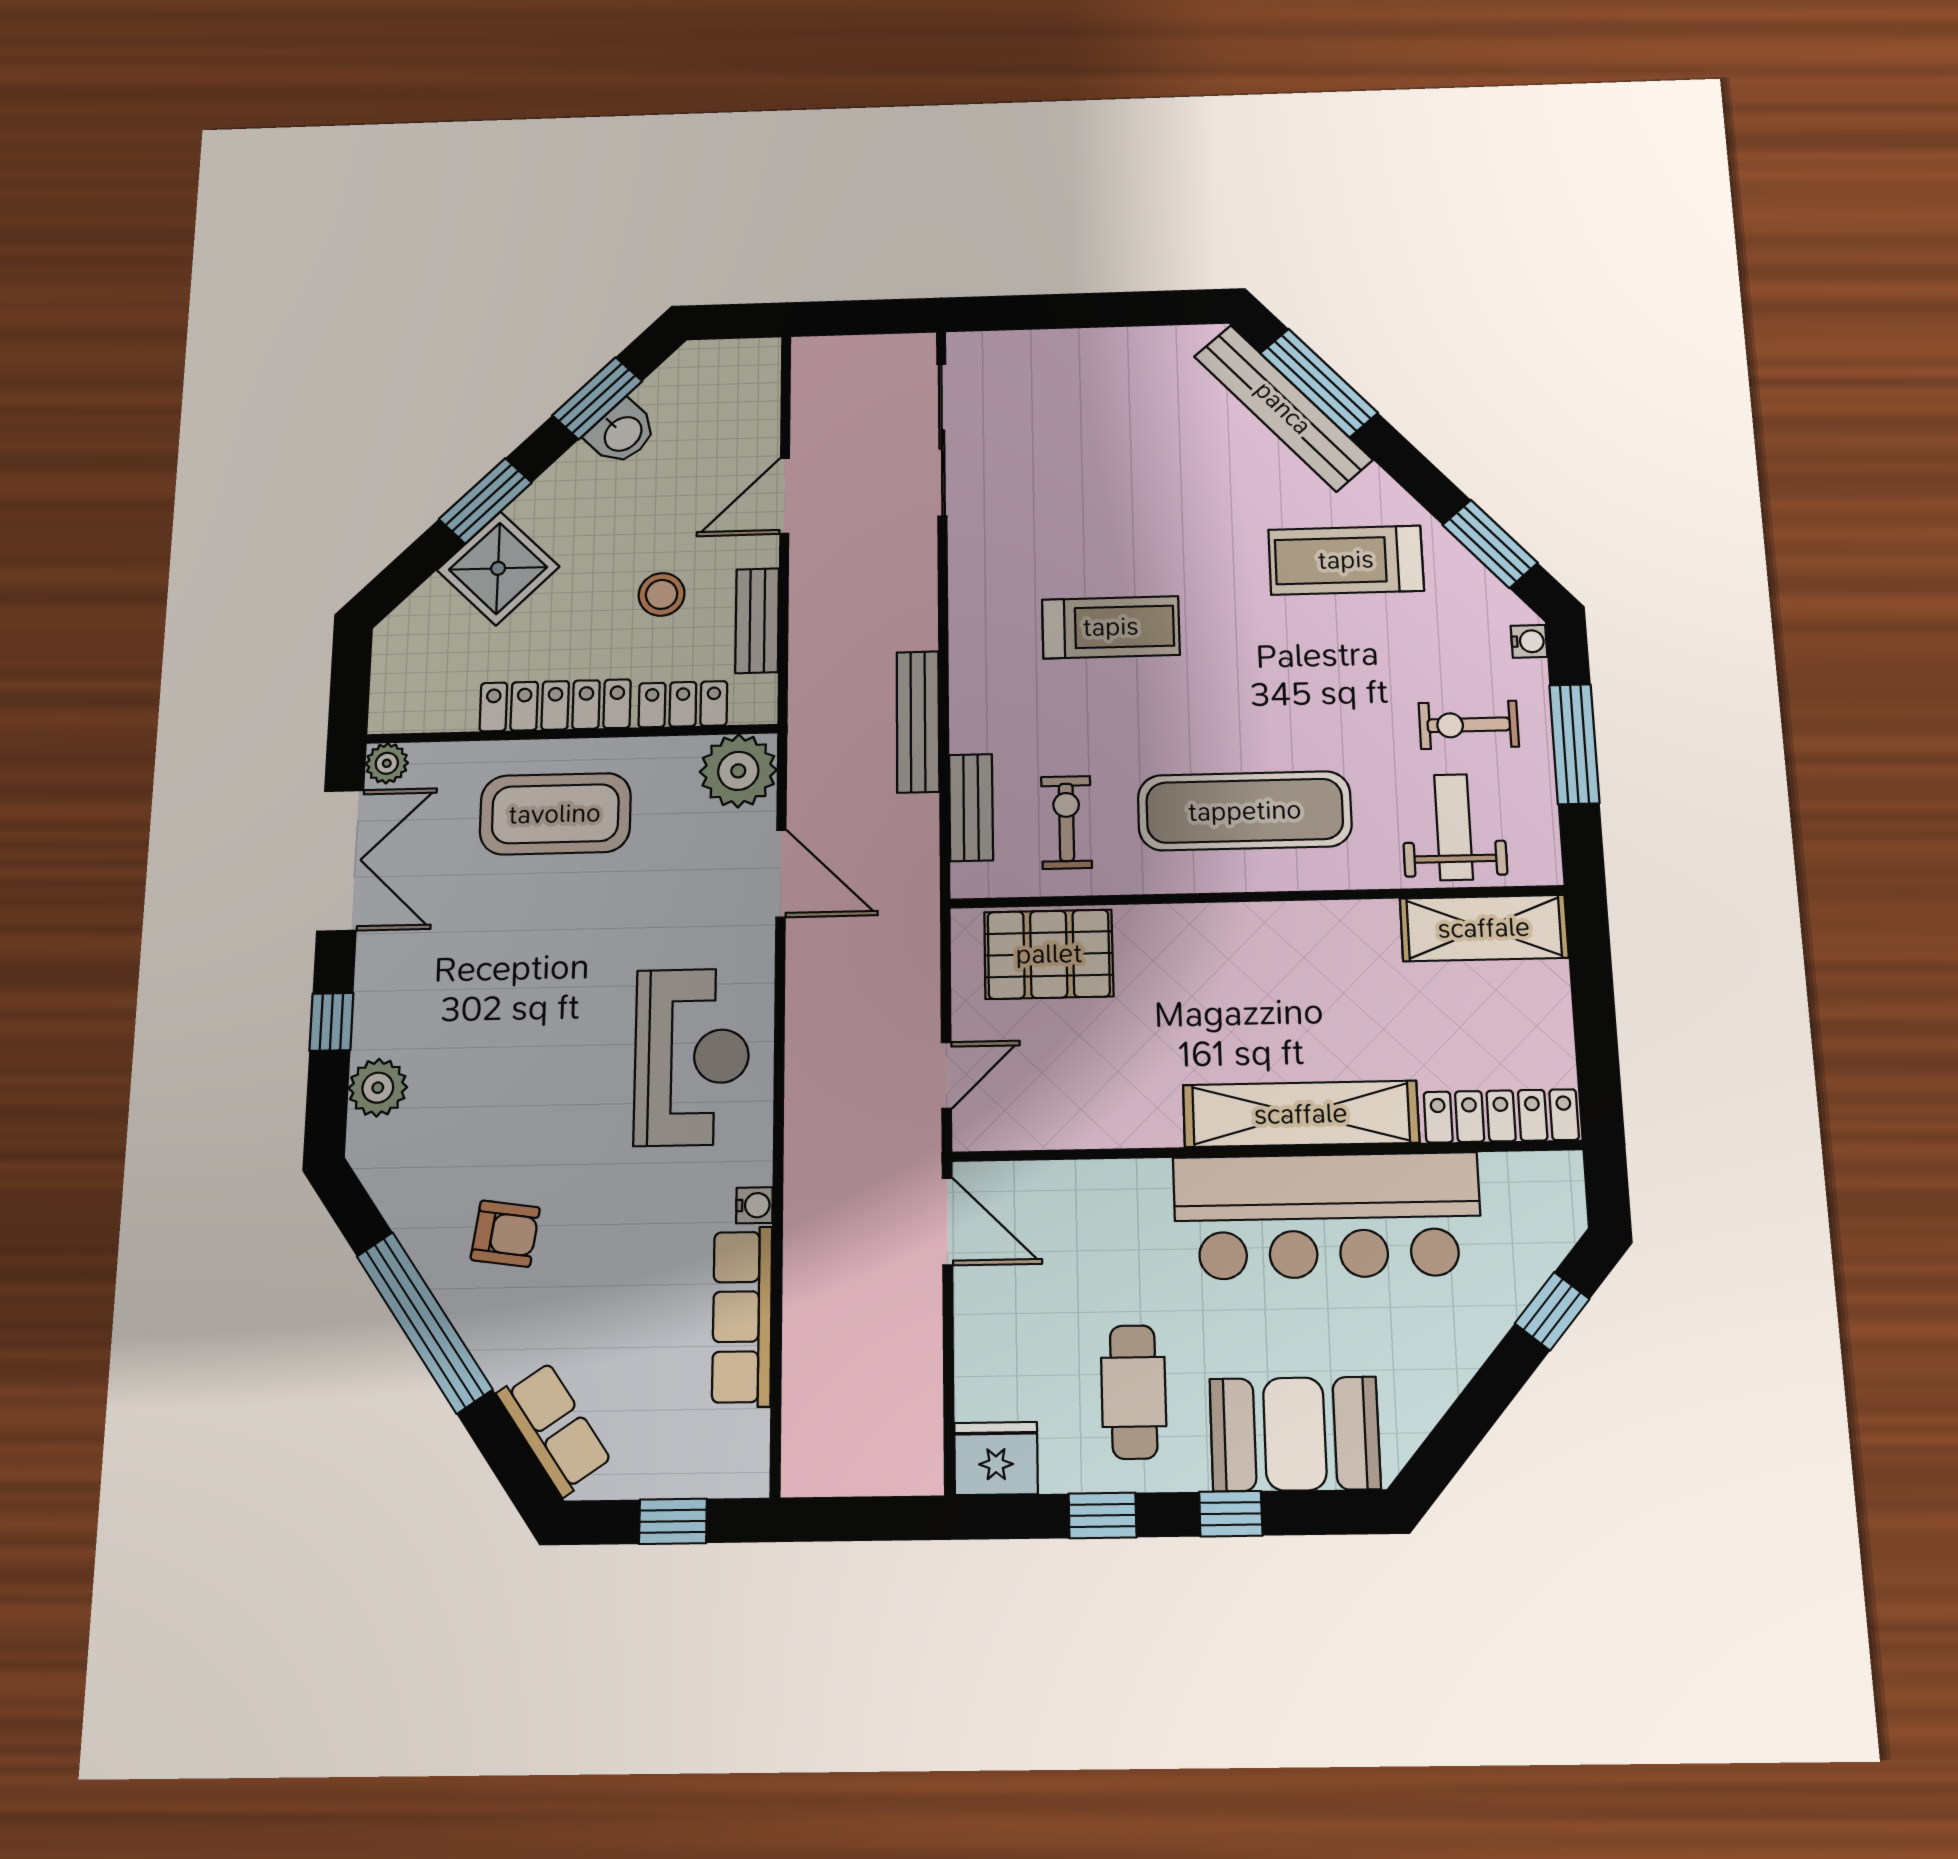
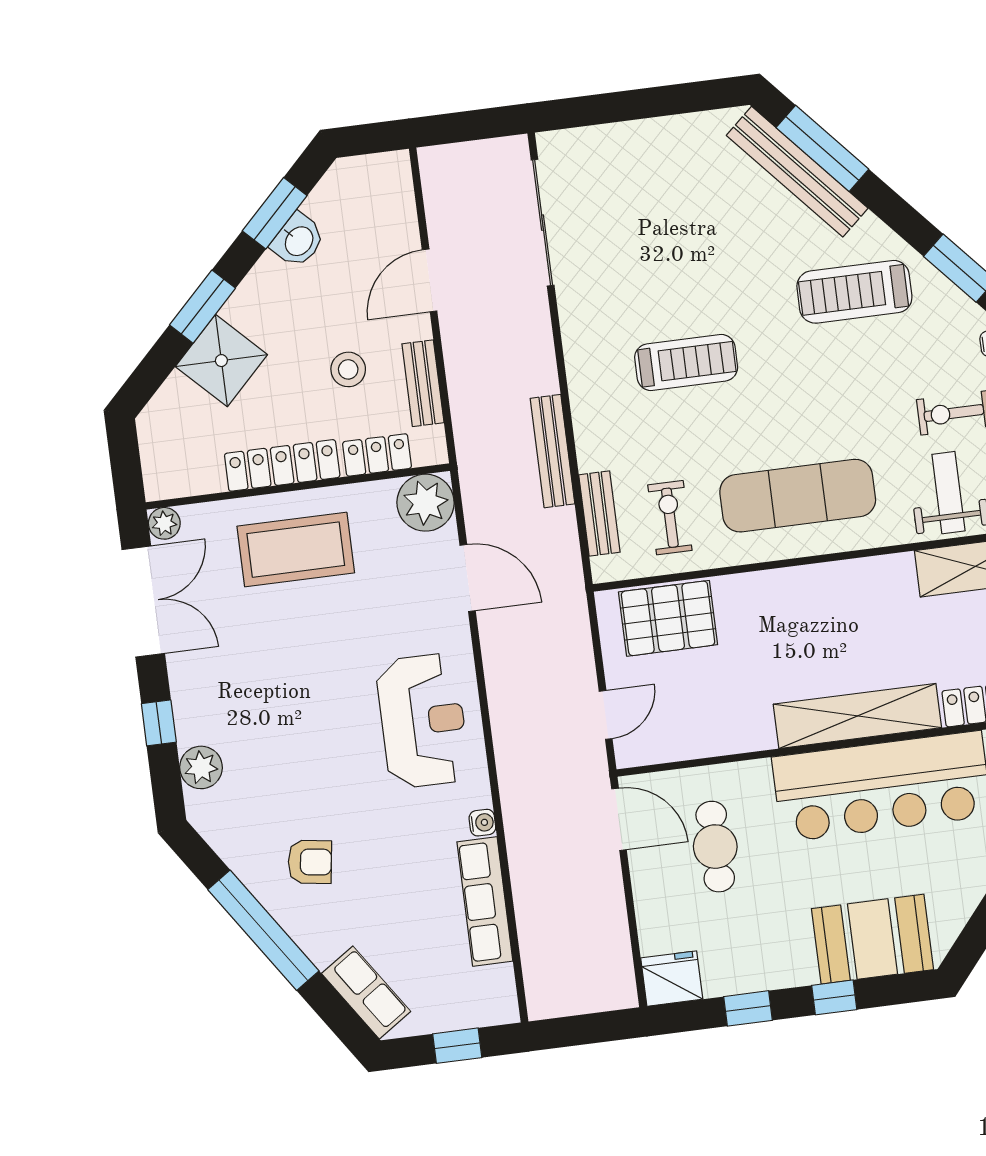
cafe table: (1134, 1392) -> (715, 847), moved

